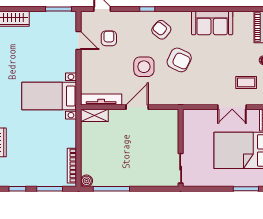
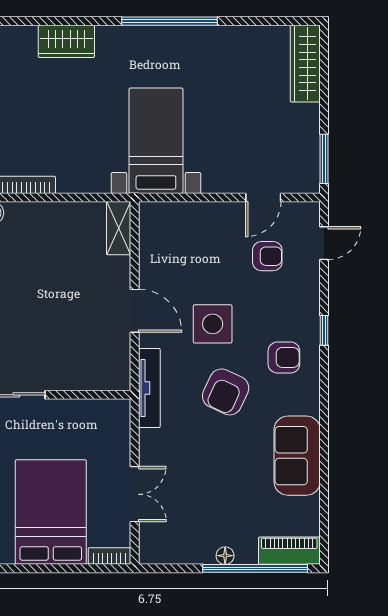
armchair: (161, 30) -> (284, 357), turned 51
coffee table: (246, 82) -> (182, 521), removed
tv unit: (101, 99) -> (149, 388), moved
double door: (232, 107) -> (135, 494), swing flipped

